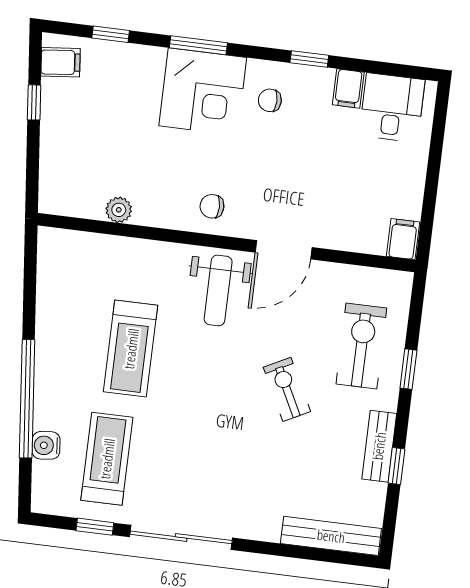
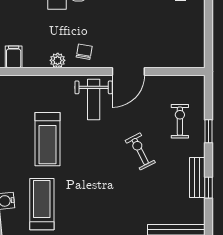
chair: (212, 206) -> (84, 52), turned 100
plant: (119, 210) -> (58, 60), moved
filing cabinet: (403, 239) -> (14, 57), moved
exercise bike: (361, 346) -> (180, 121), width x0.73, depth x0.72

